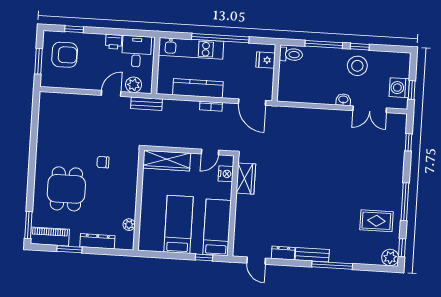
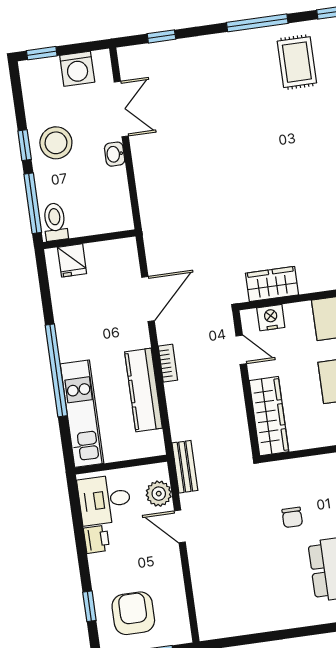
toilet: (291, 54) -> (55, 222), moved
fridge: (266, 60) -> (72, 260), moved
wall: (276, 73) -> (89, 239), moved
window: (412, 90) -> (42, 53), moved

